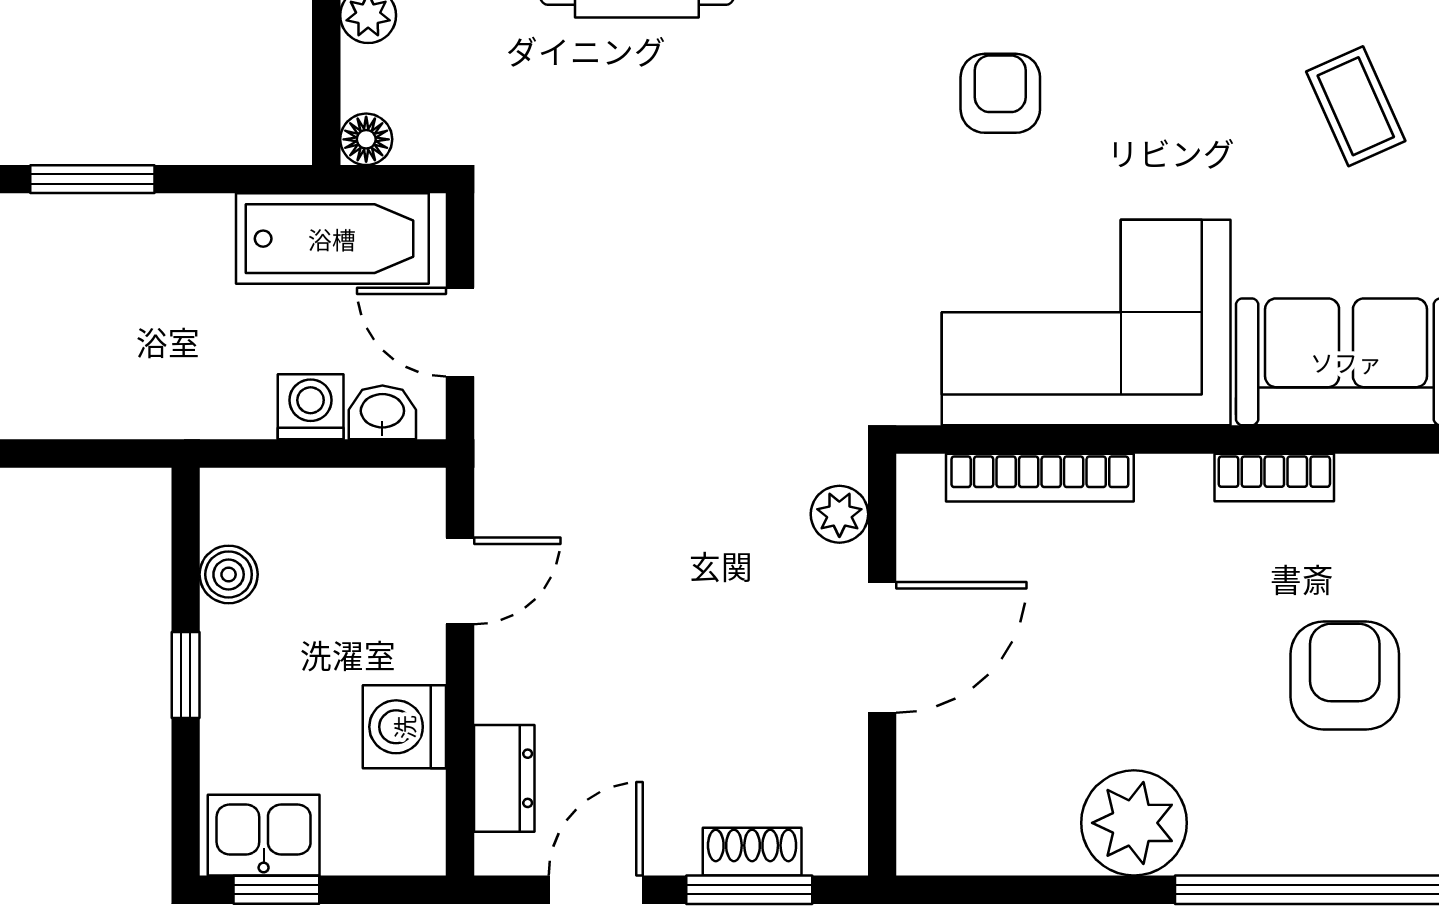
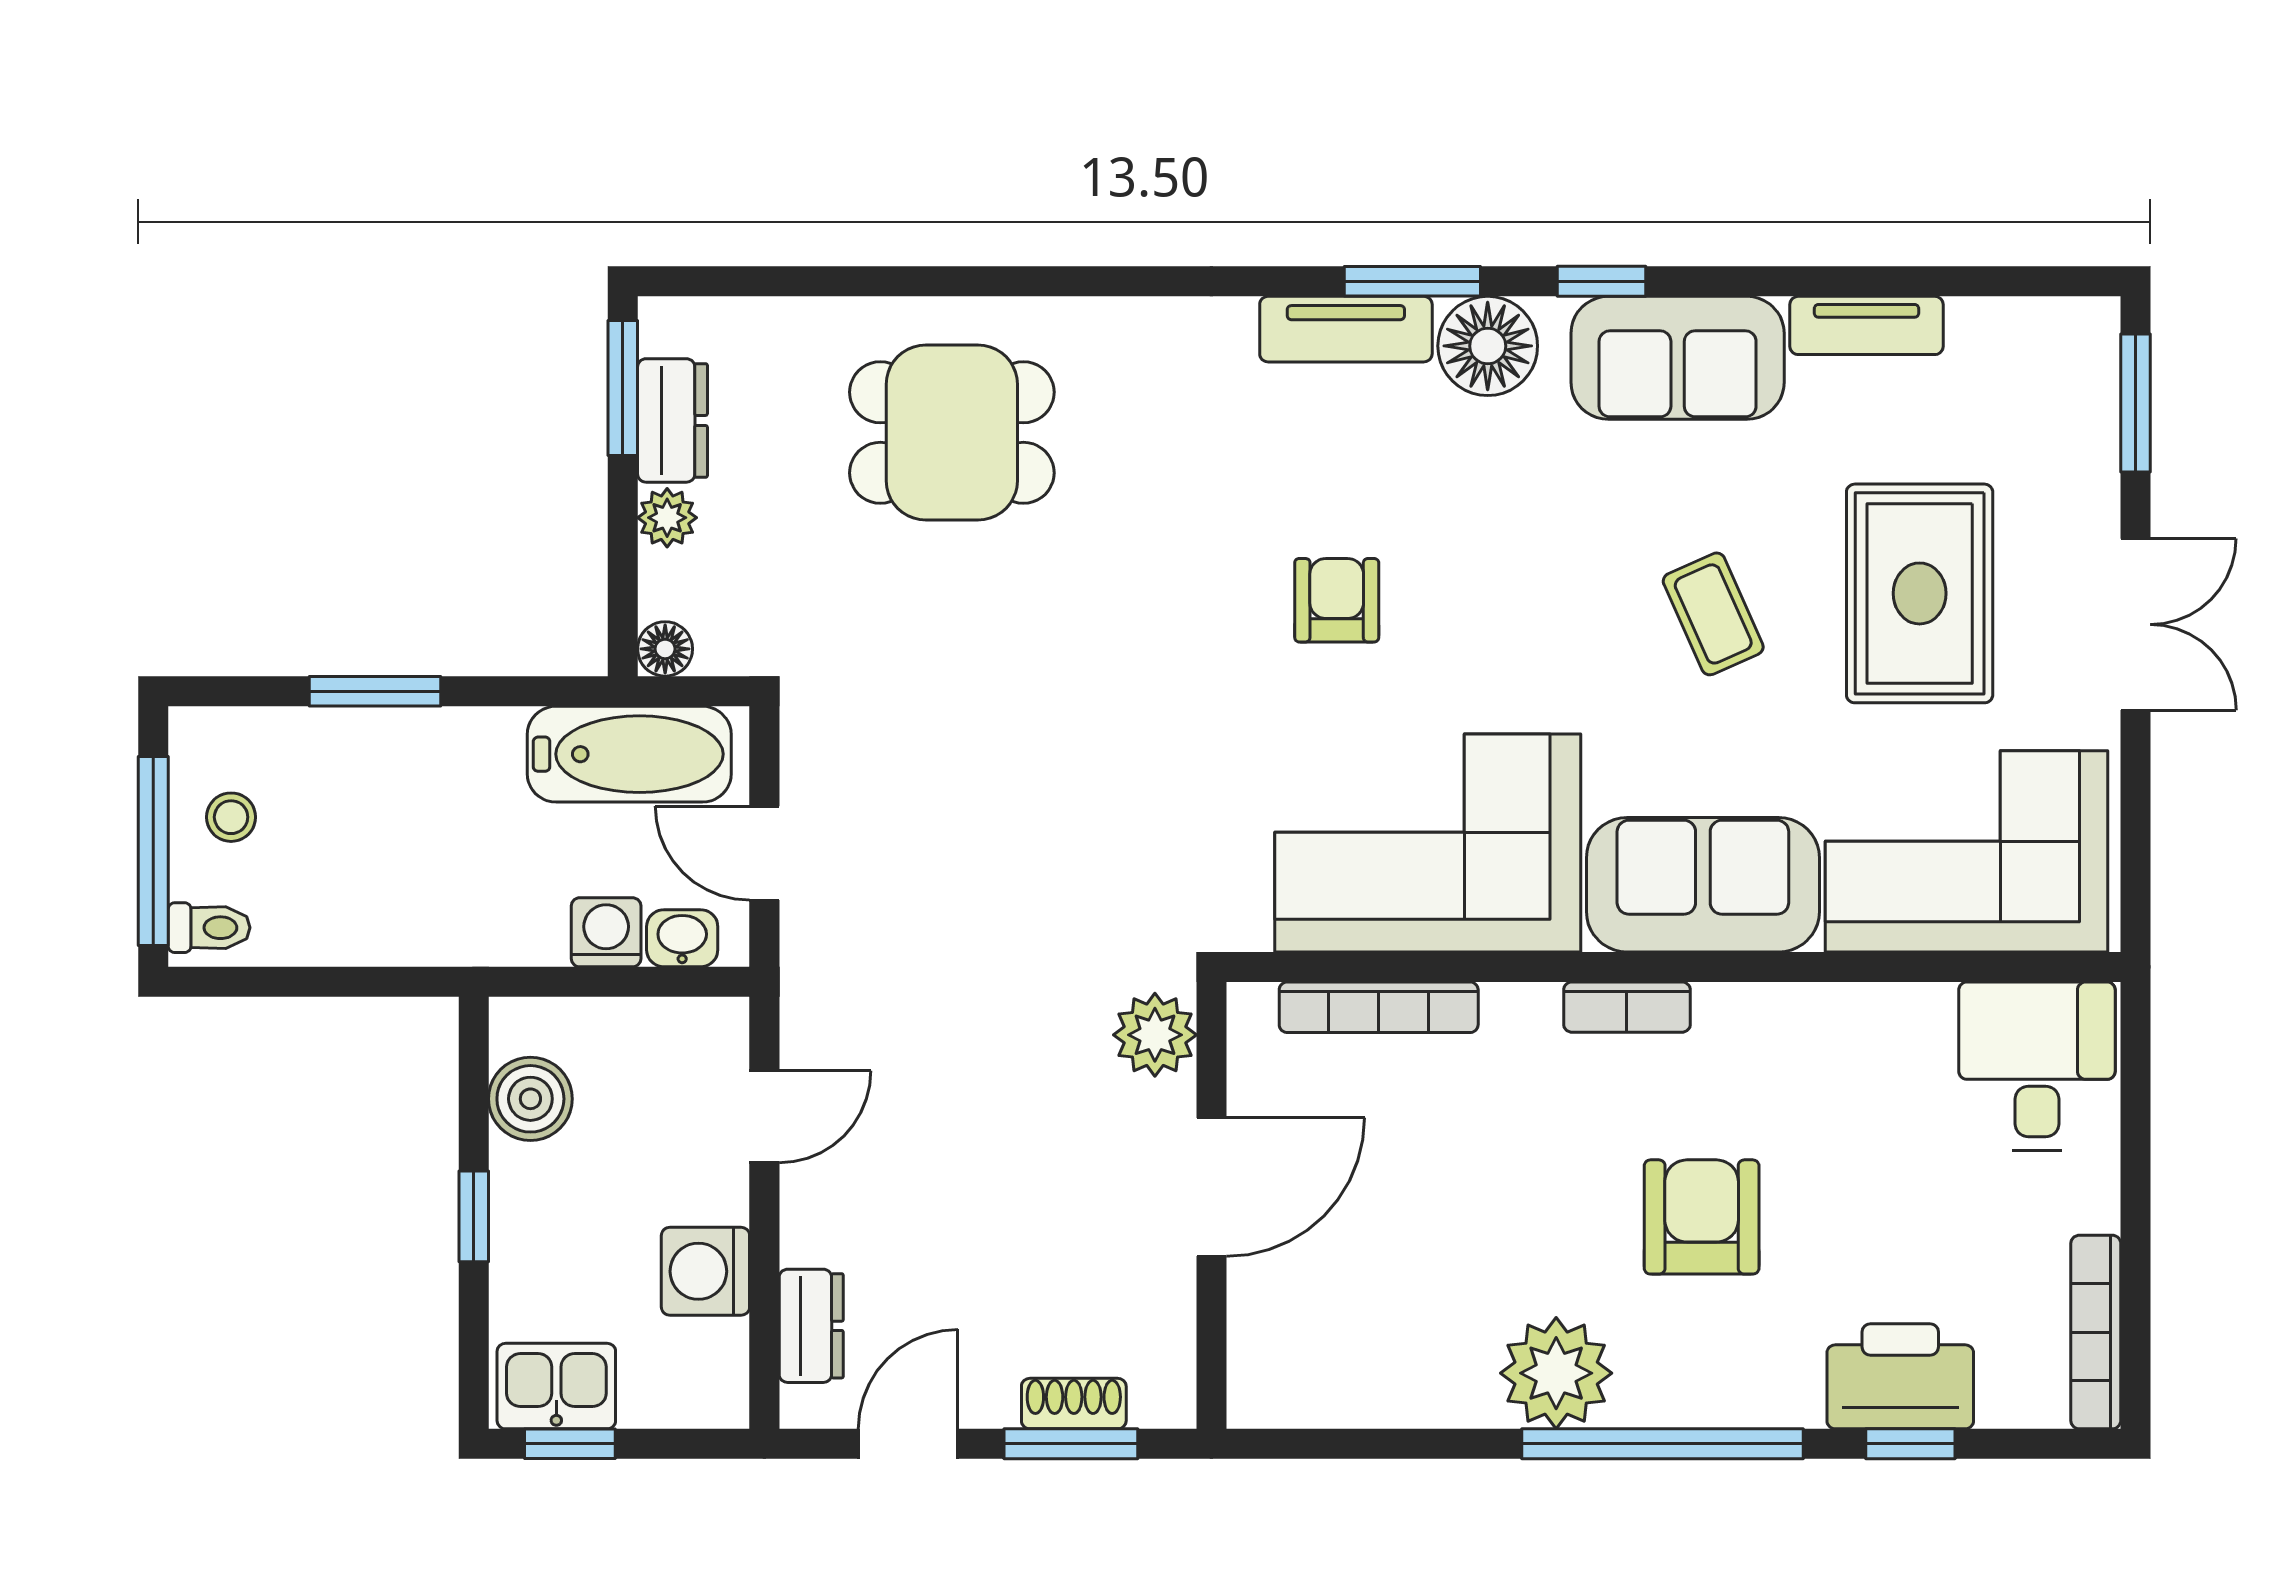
plant: (839, 514) -> (1155, 1035), width x1.38, depth x1.38
boiler: (229, 574) -> (530, 1099), width x1.36, depth x1.36
plant: (1134, 823) -> (1556, 1373), moved

